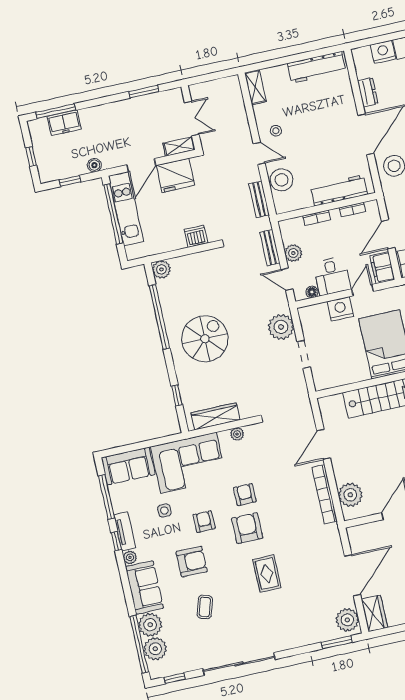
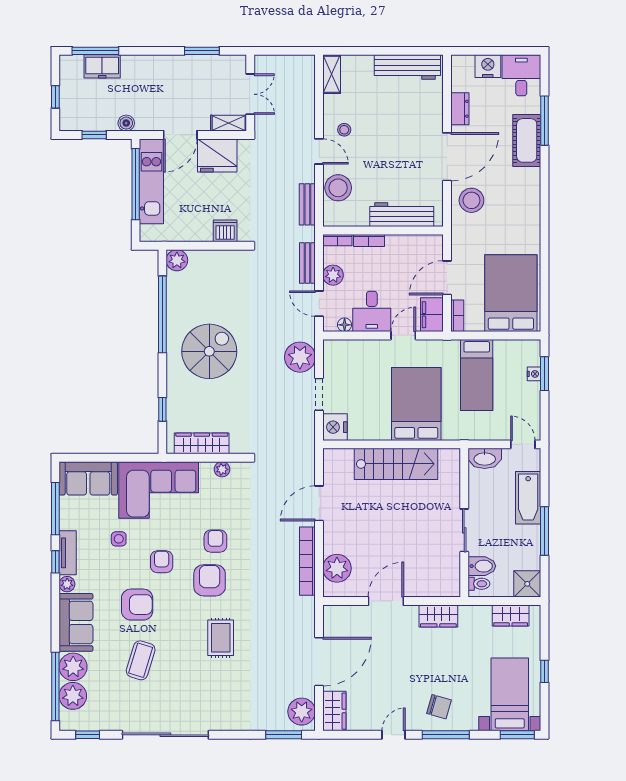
bookcase: (352, 210) -> (337, 240), moved
nightstand: (340, 309) -> (335, 427), moved, turned -90
coffee table: (205, 607) -> (141, 660), width x1.36, depth x1.30

